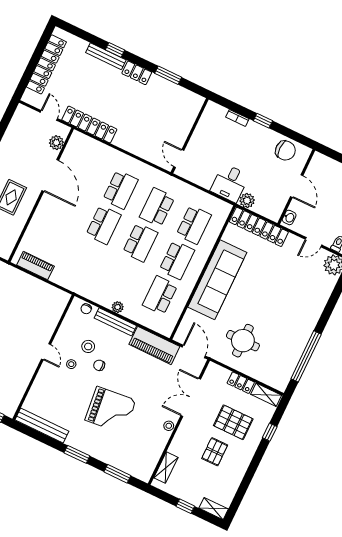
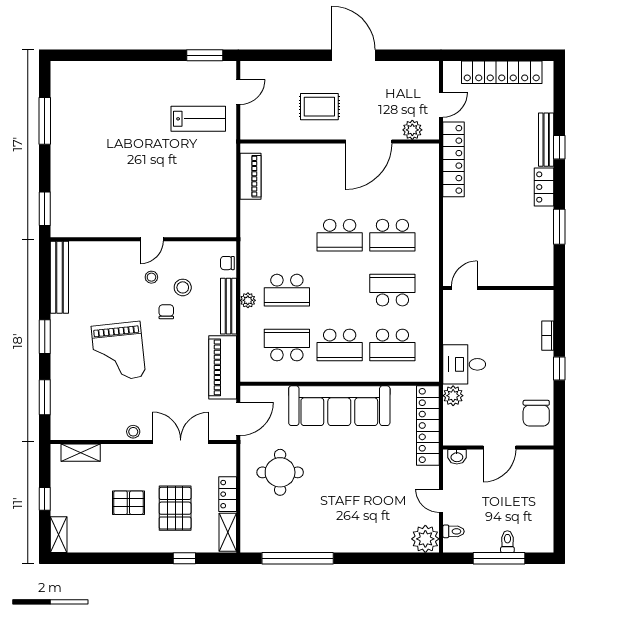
school desk: (140, 242) -> (287, 290), moved

